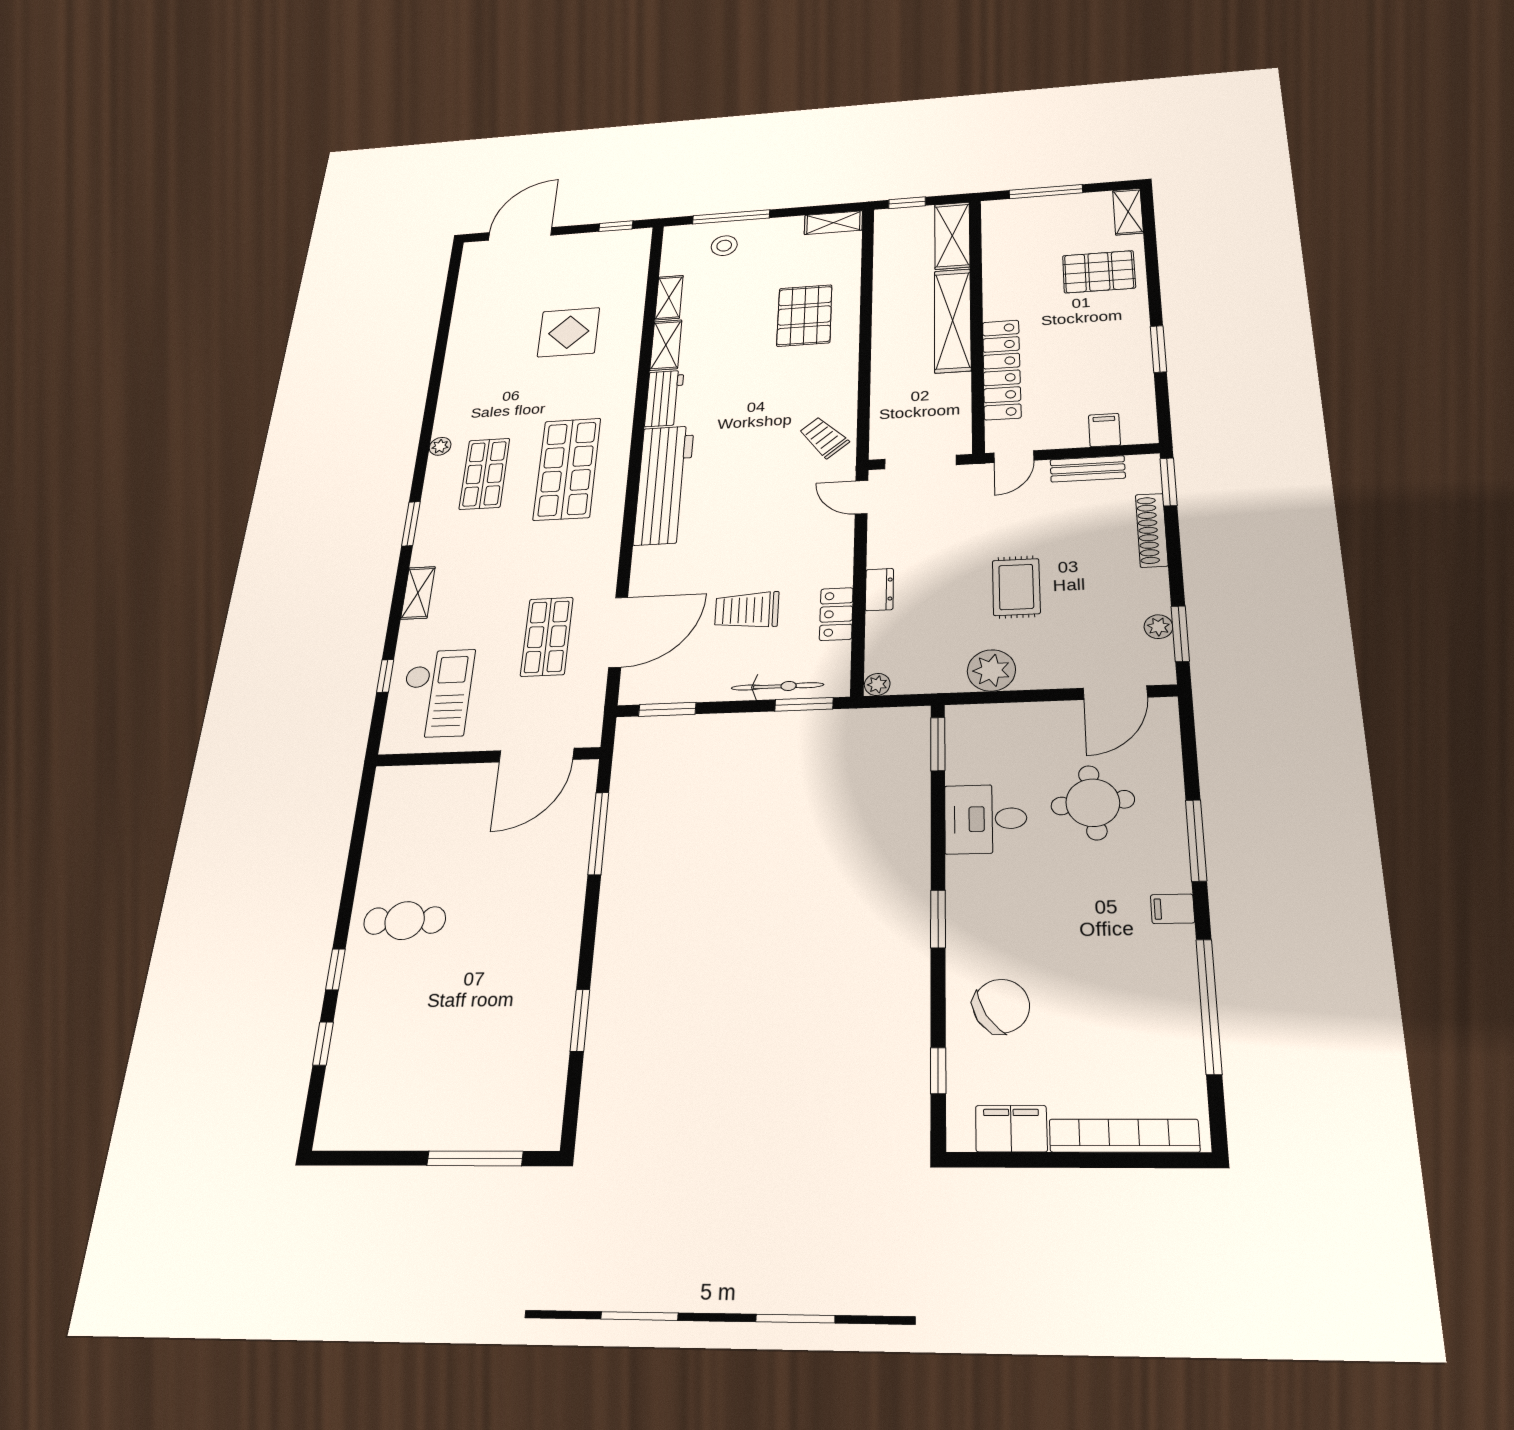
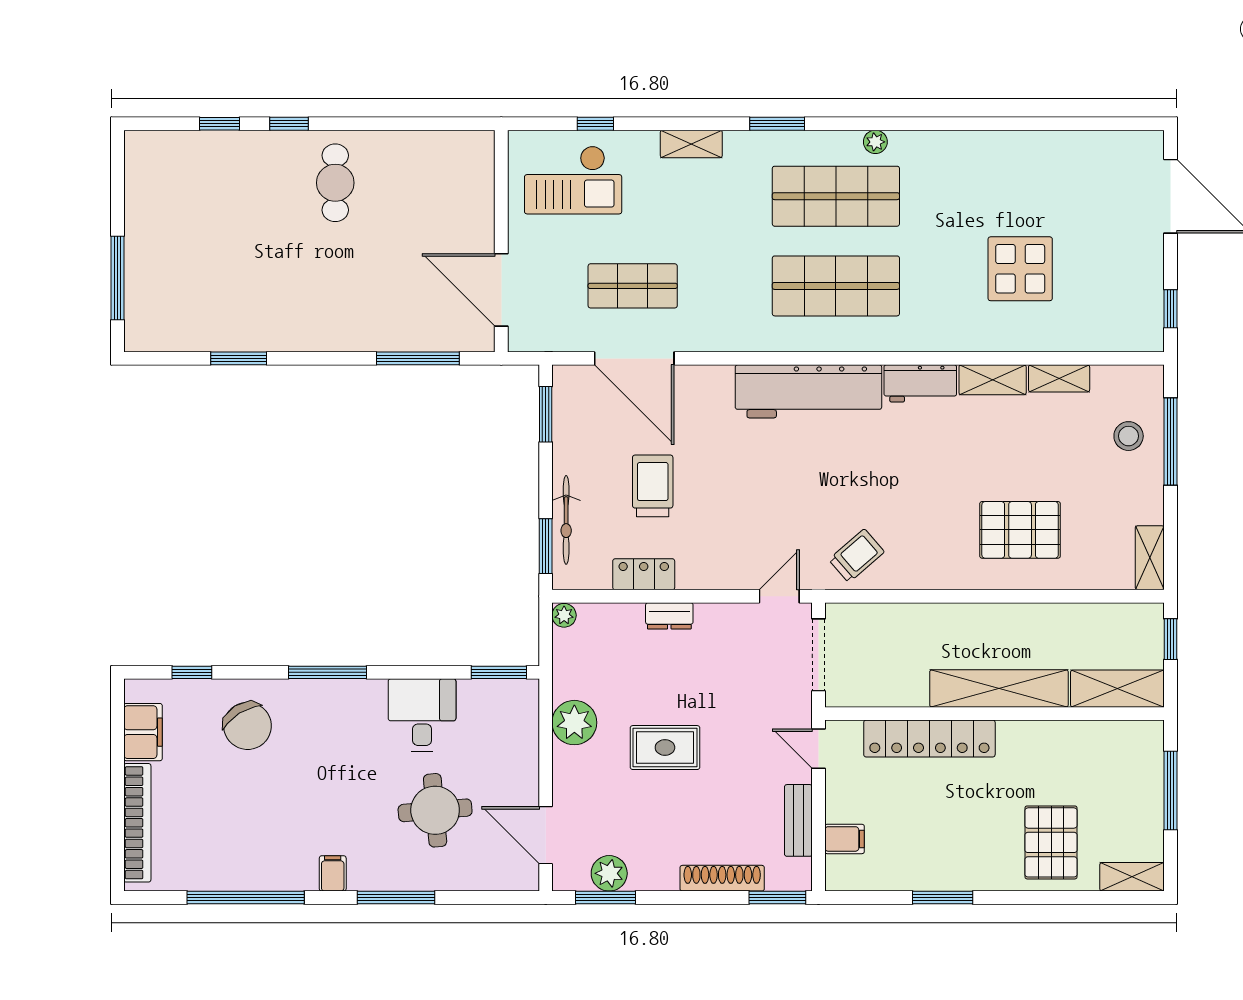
shop shelf: (485, 474) -> (836, 196), width x1.43, depth x1.36
plant: (1158, 627) -> (609, 873), width x1.38, depth x1.38
window: (938, 919) -> (327, 672), width x1.44

